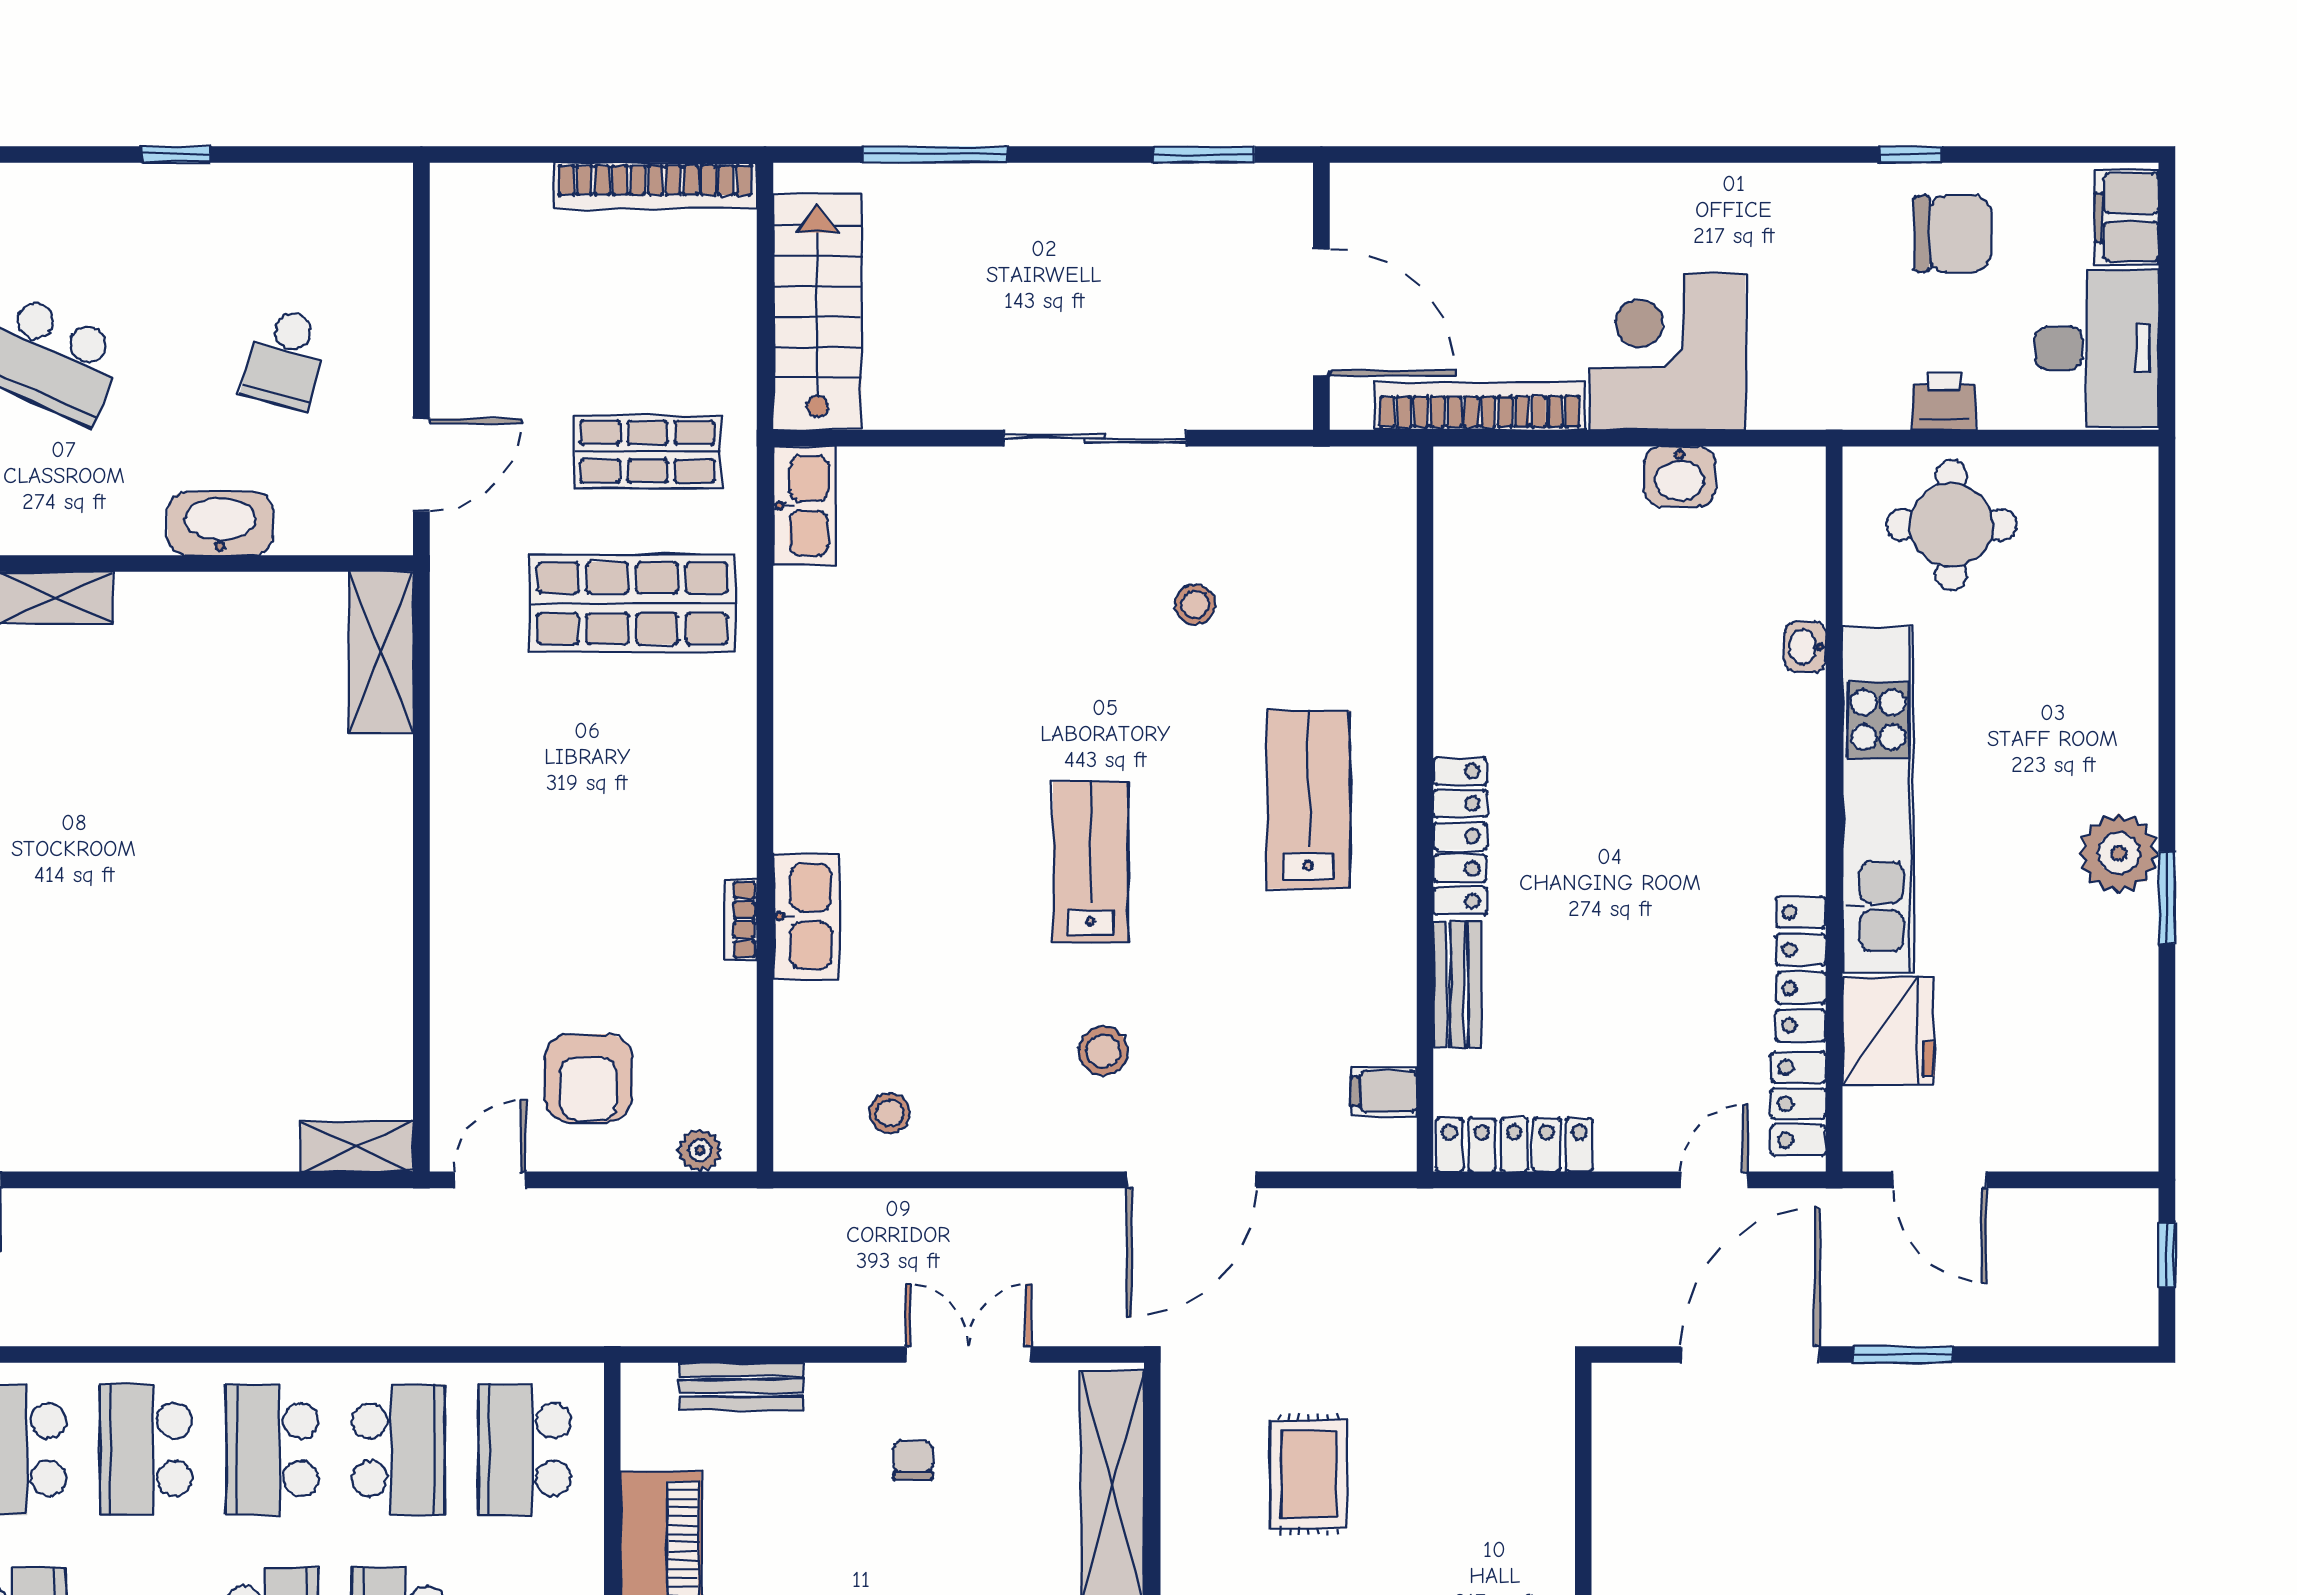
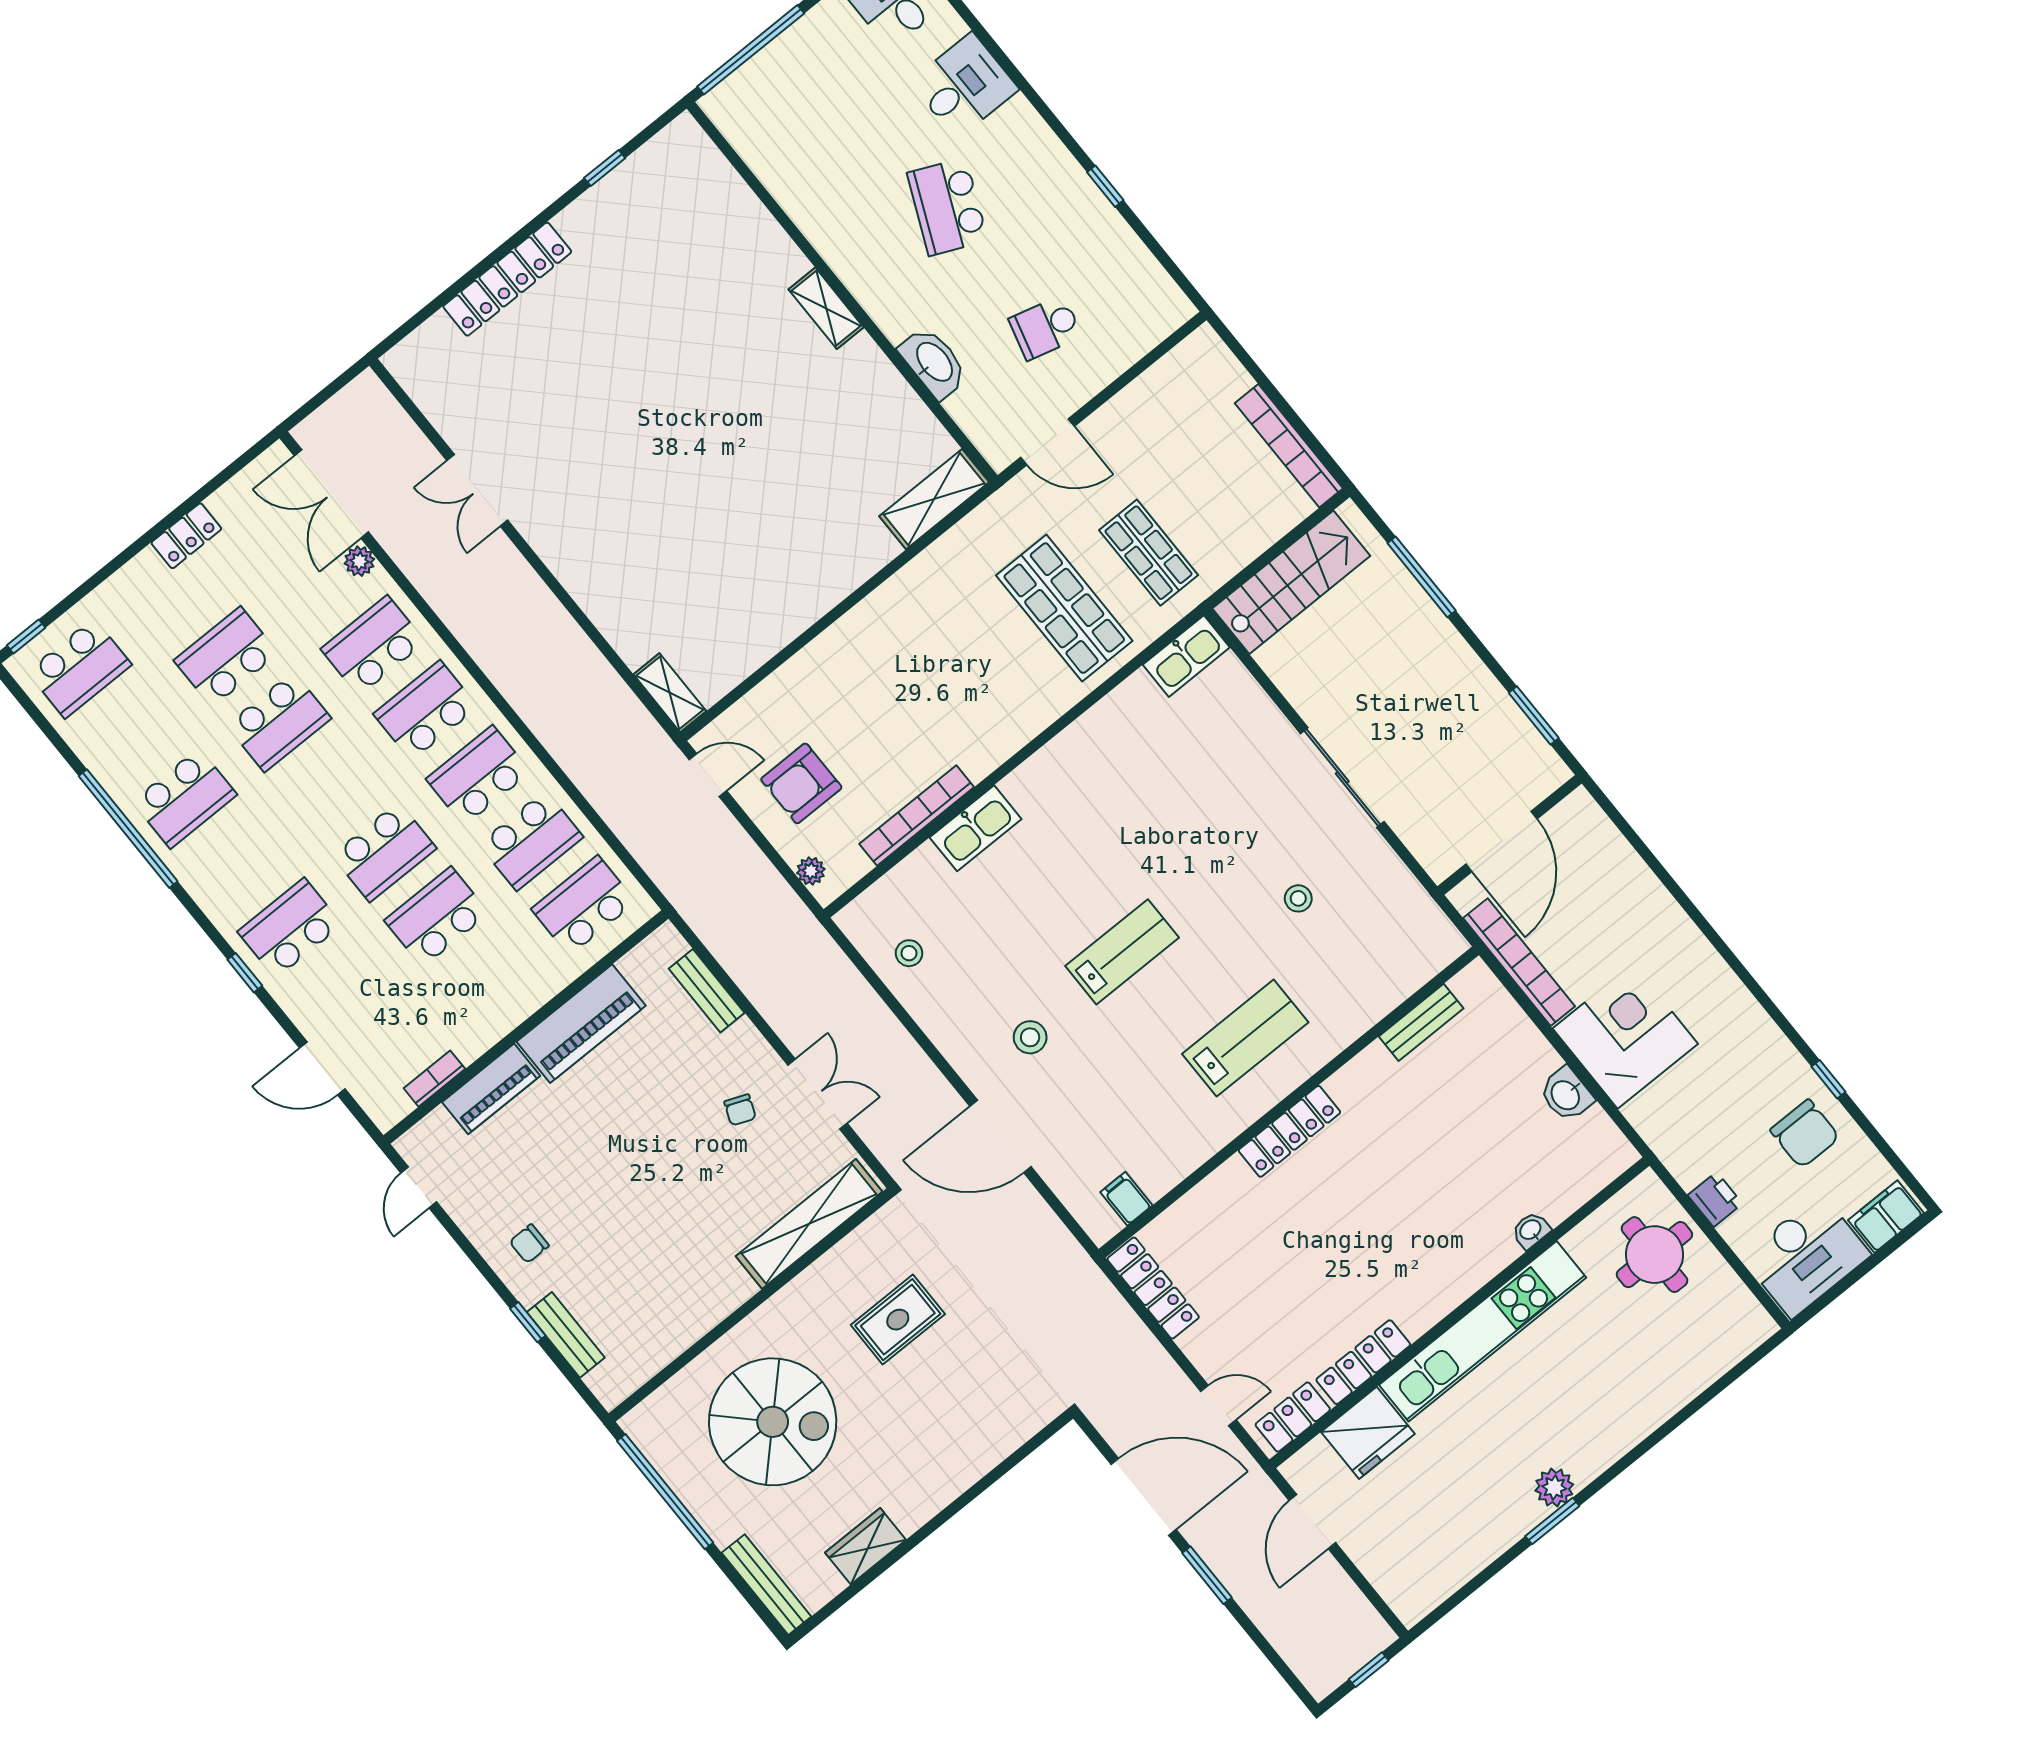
plant: (2119, 853) -> (1554, 1487), width x0.73, depth x0.73
bookcase: (740, 920) -> (917, 815), width x2.31, depth x1.31
bench: (1457, 985) -> (1421, 1022), moved
chair: (913, 1460) -> (740, 1110), turned 112

